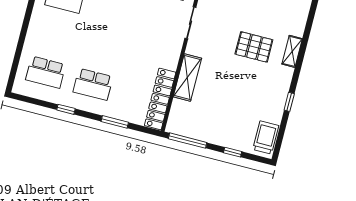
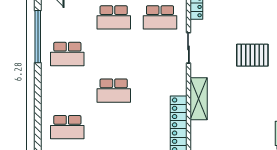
school desk: (93, 84) -> (114, 91), moved

